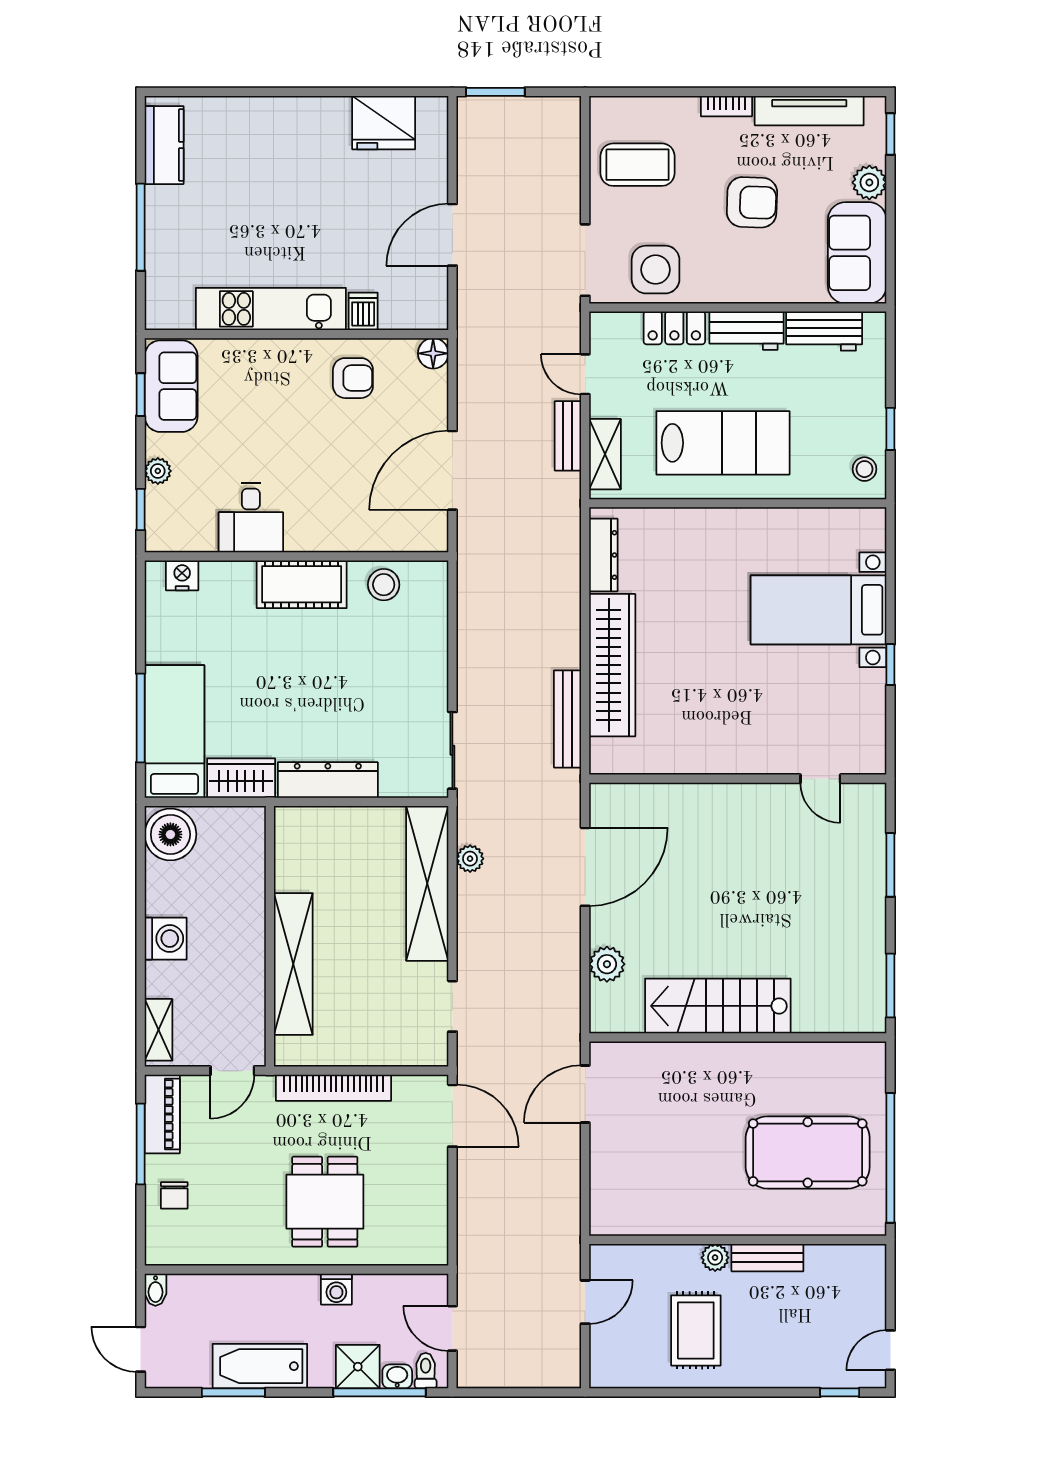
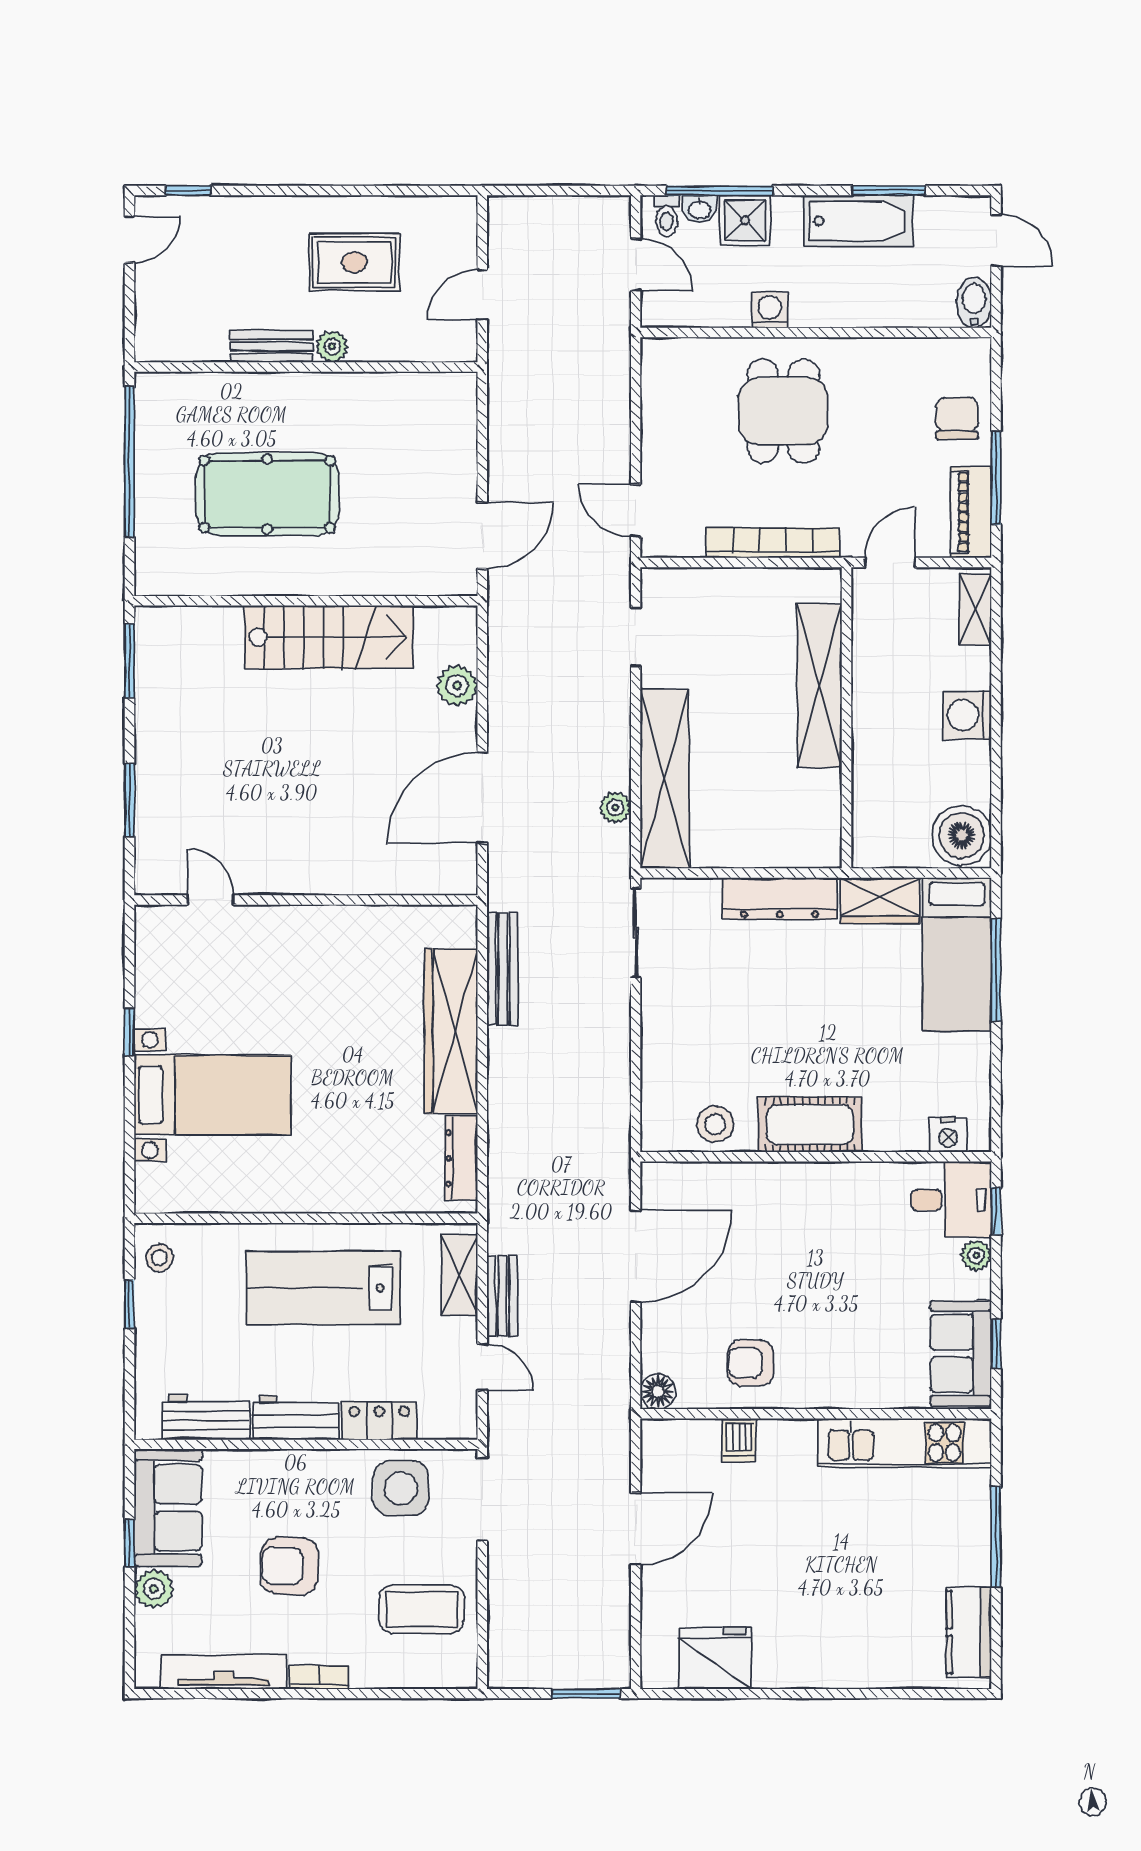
window: (890, 134) -> (129, 1543), moved
kitchen unit: (271, 309) -> (905, 1443), moved
desk: (251, 518) -> (951, 1200), moved, turned 90
door: (452, 1116) -> (636, 510), width x0.73
pool table: (808, 1152) -> (267, 494), moved
chair: (174, 1195) -> (957, 418), width x1.37, depth x1.37
bidet: (155, 1290) -> (974, 303), width x1.38, depth x1.36
rug: (696, 1330) -> (354, 262), turned 90

